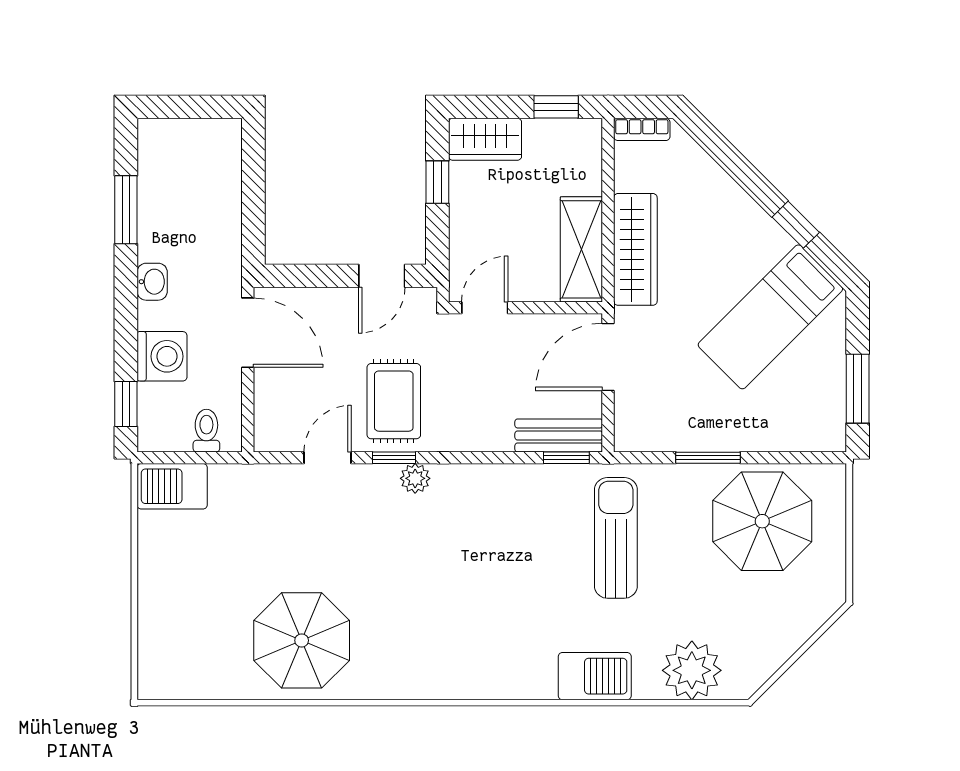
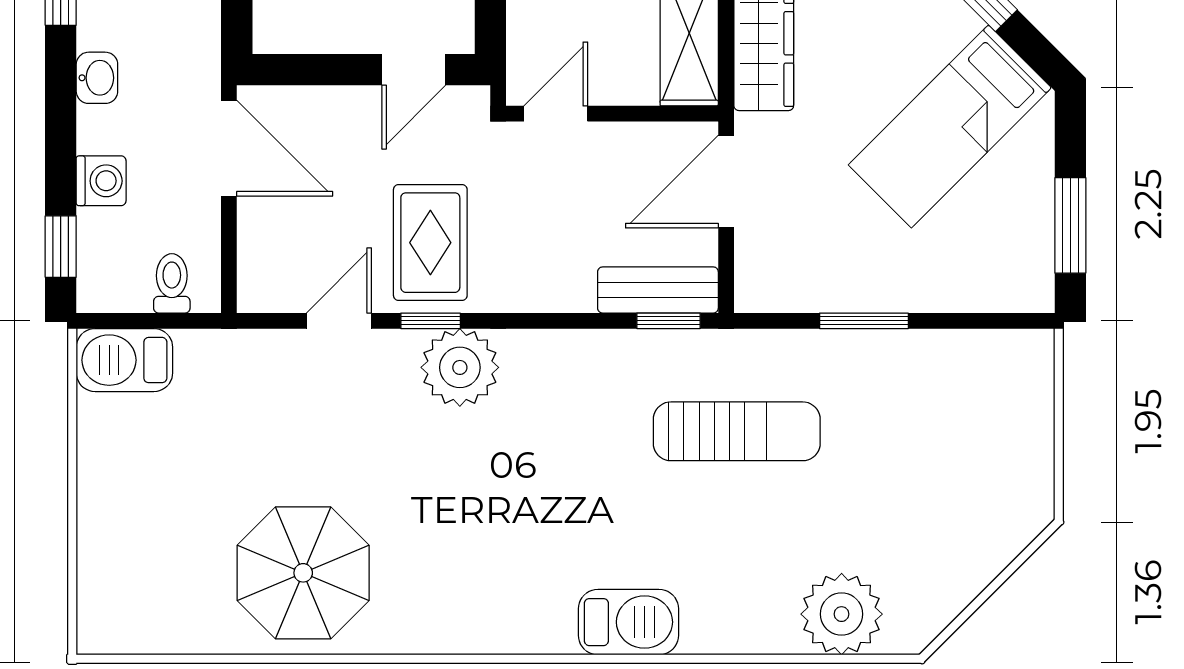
washing machine: (162, 356) -> (101, 181), width x0.73, depth x0.73
plant: (415, 478) -> (460, 367), width x1.87, depth x1.87
parasol: (762, 521) -> (939, 408), removed
sun lounger: (616, 538) -> (737, 431), turned 90
barbecue: (595, 676) -> (628, 622), moved

